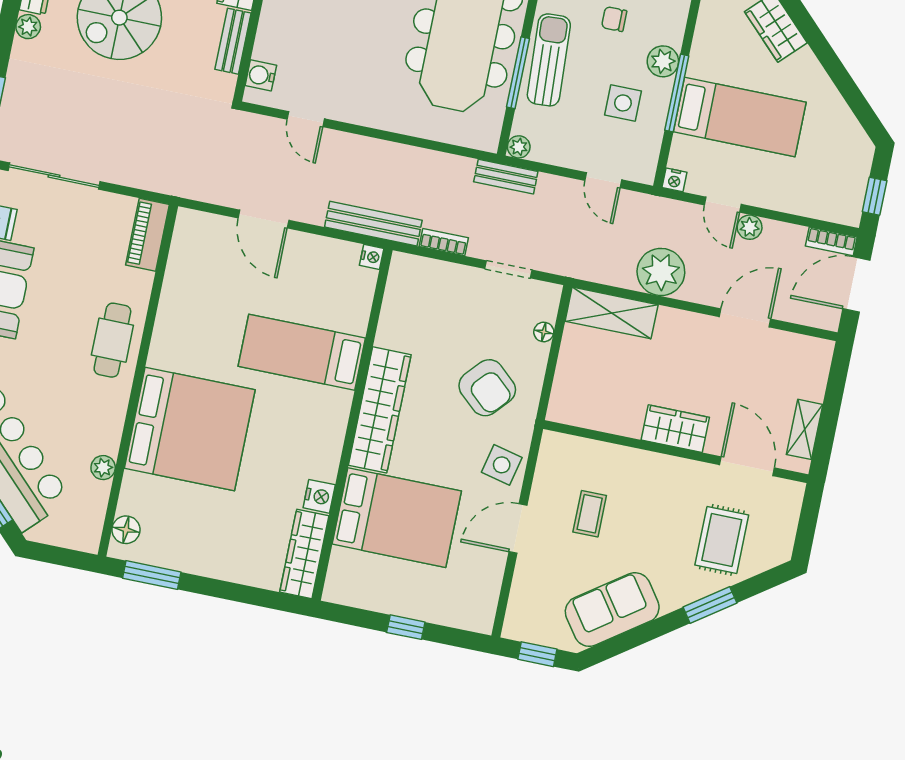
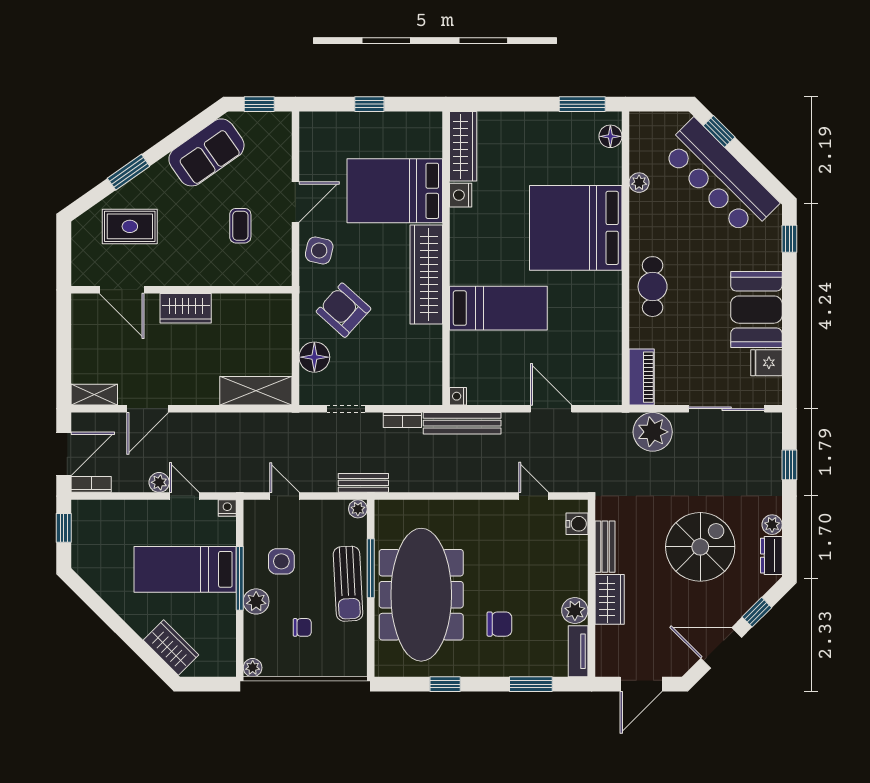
plant: (661, 272) -> (653, 432), moved
floor lamp: (544, 332) -> (314, 357), width x1.89, depth x1.89
shelving: (805, 429) -> (94, 395), moved, turned 90
rug: (722, 540) -> (130, 226), turned 90

